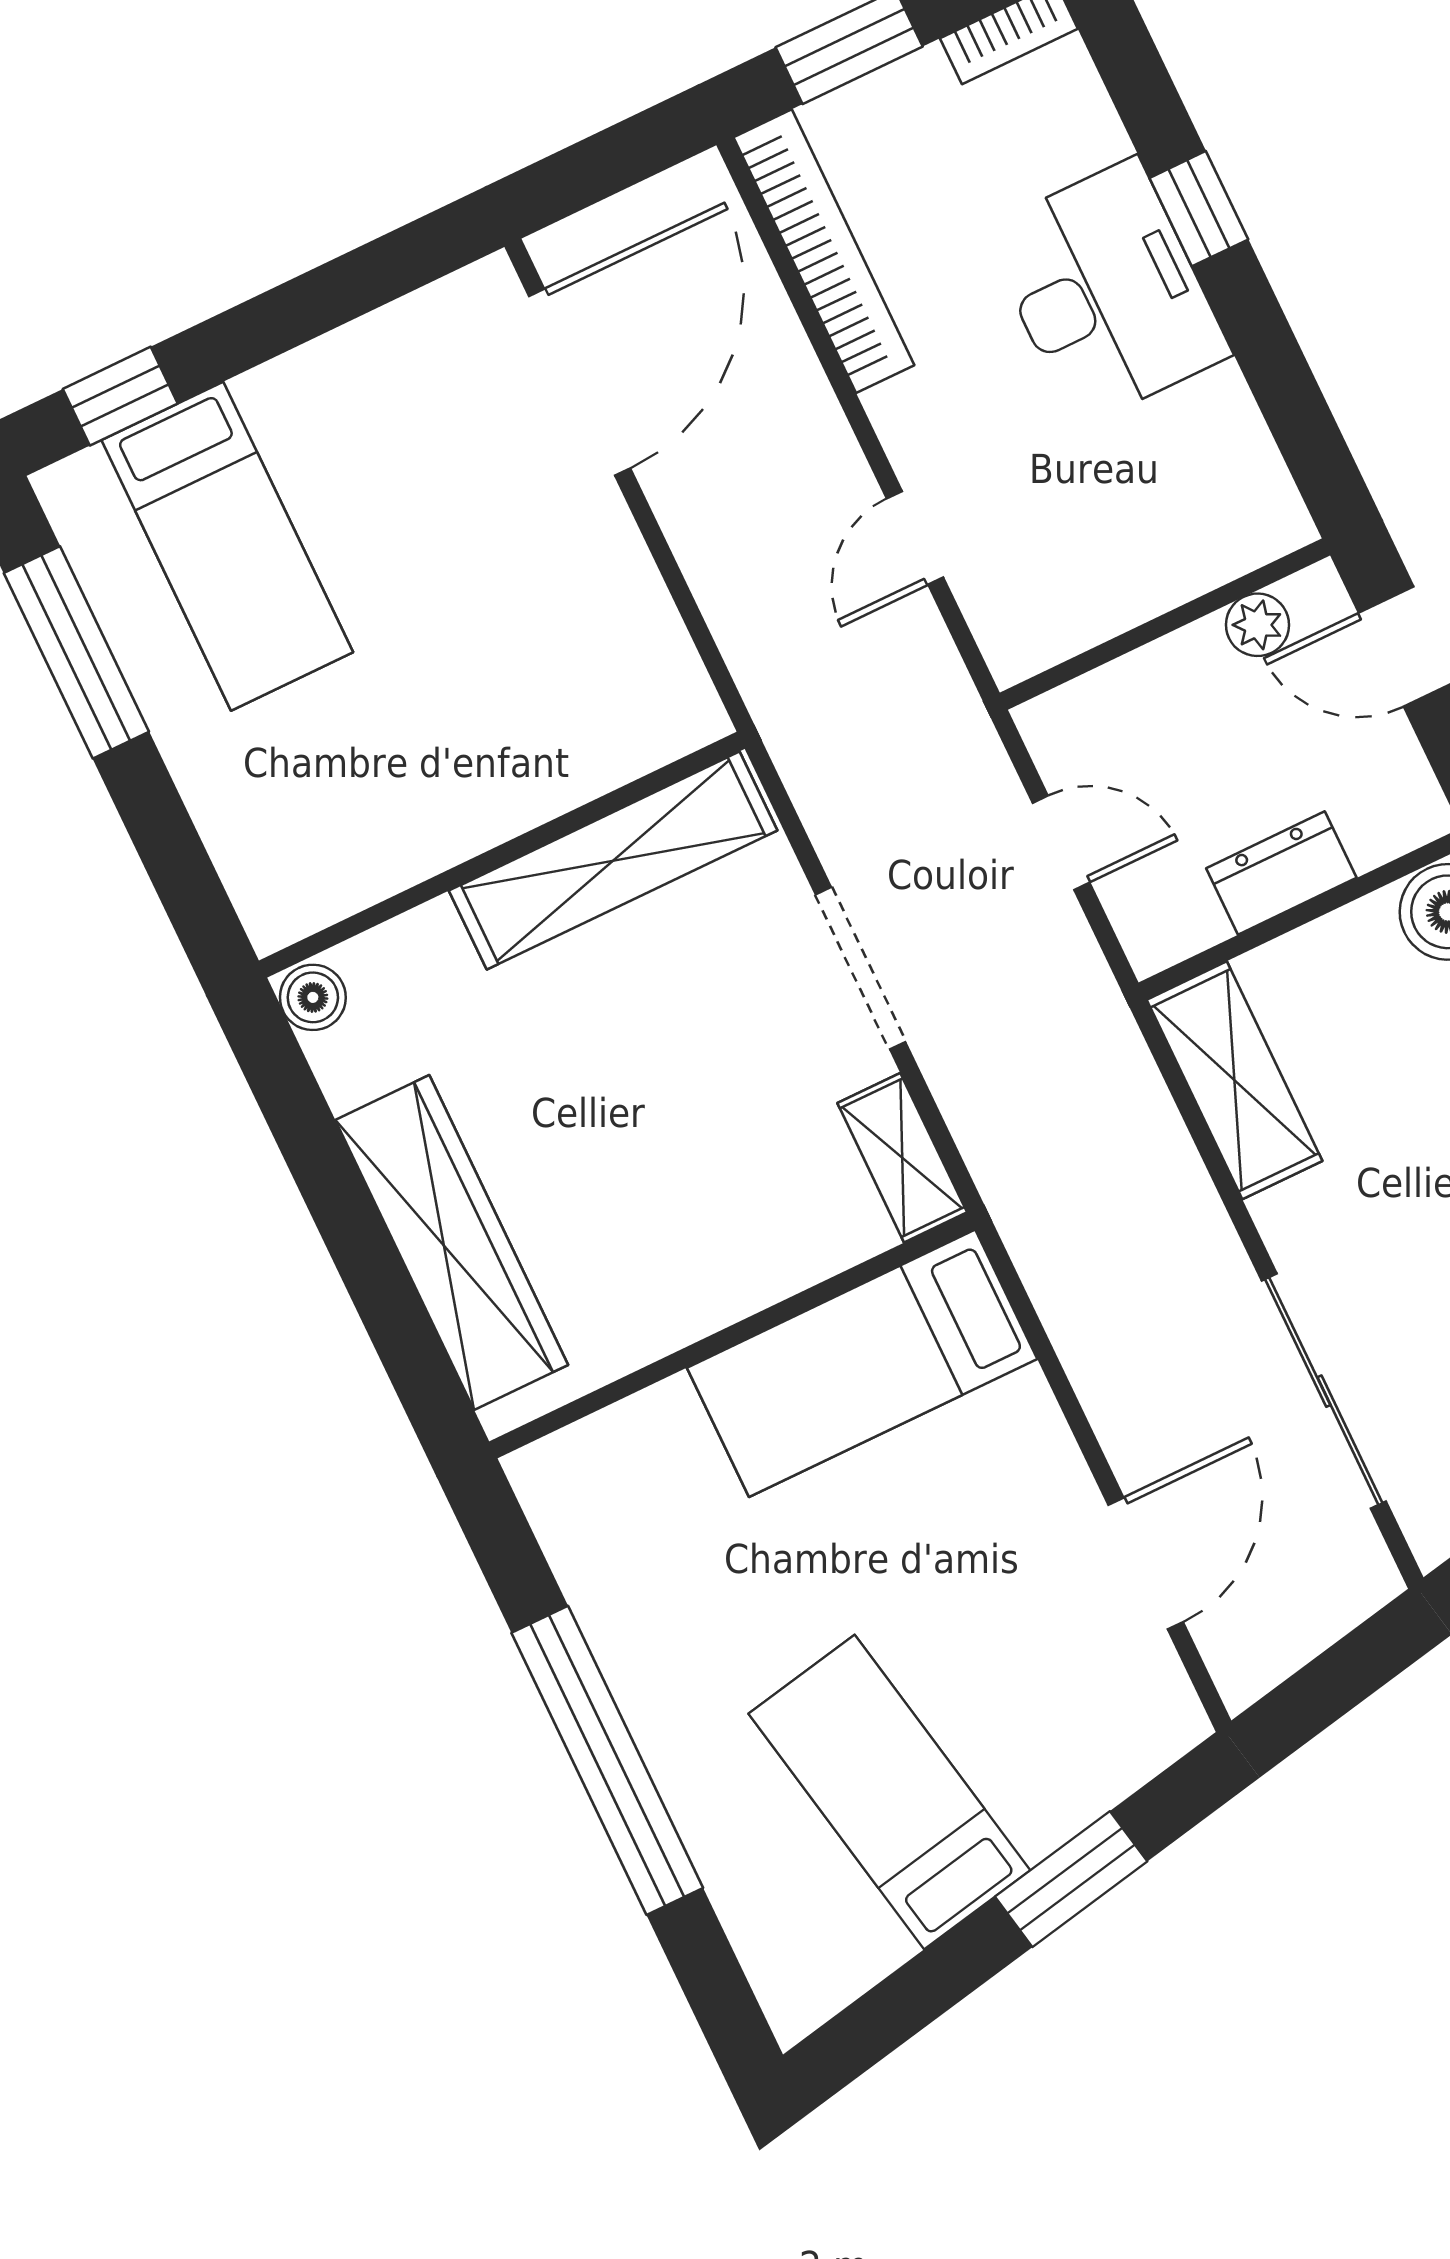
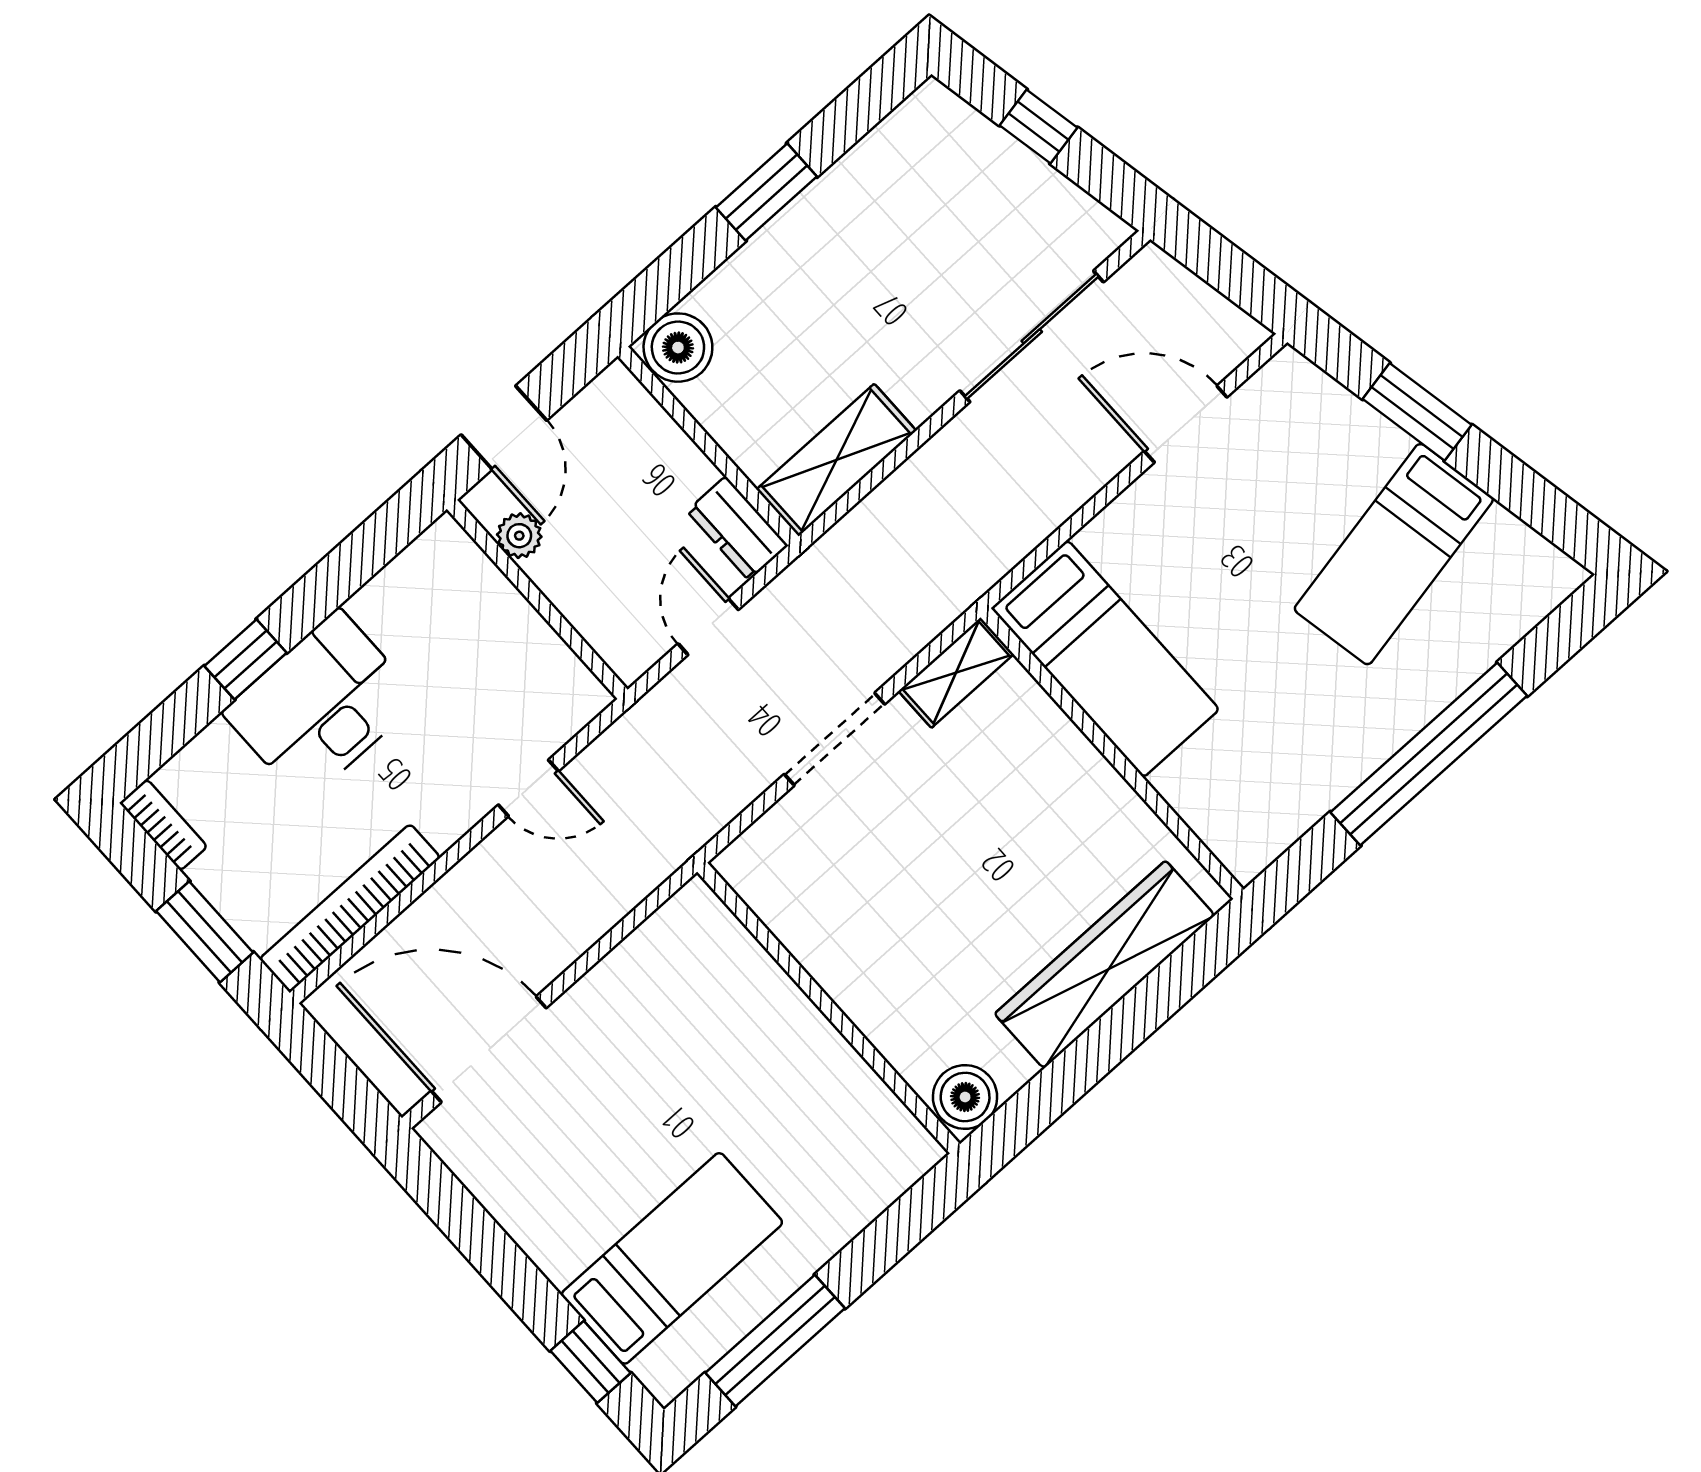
shelving: (613, 861) -> (810, 930), removed
dresser: (1281, 873) -> (737, 528), moved
boiler: (313, 997) -> (965, 1097), width x1.36, depth x1.36

